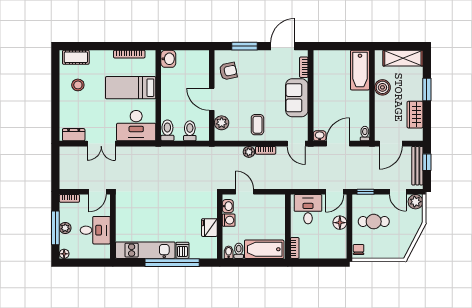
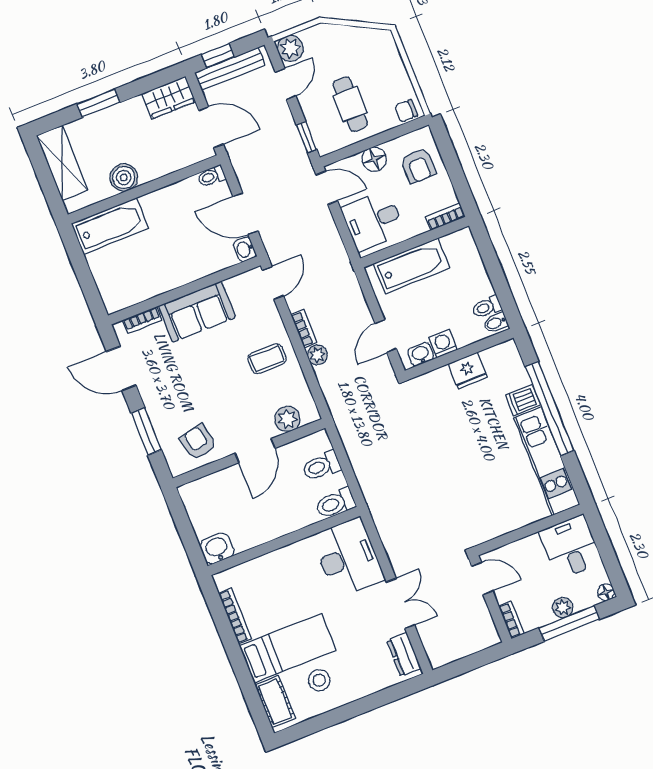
bed: (131, 88) -> (288, 648), moved, turned -90
wardrobe: (415, 115) -> (169, 98), moved
desk: (95, 230) -> (571, 547), moved
armchair: (327, 244) -> (418, 166), added
bathtub: (264, 249) -> (412, 266), moved, turned -90

